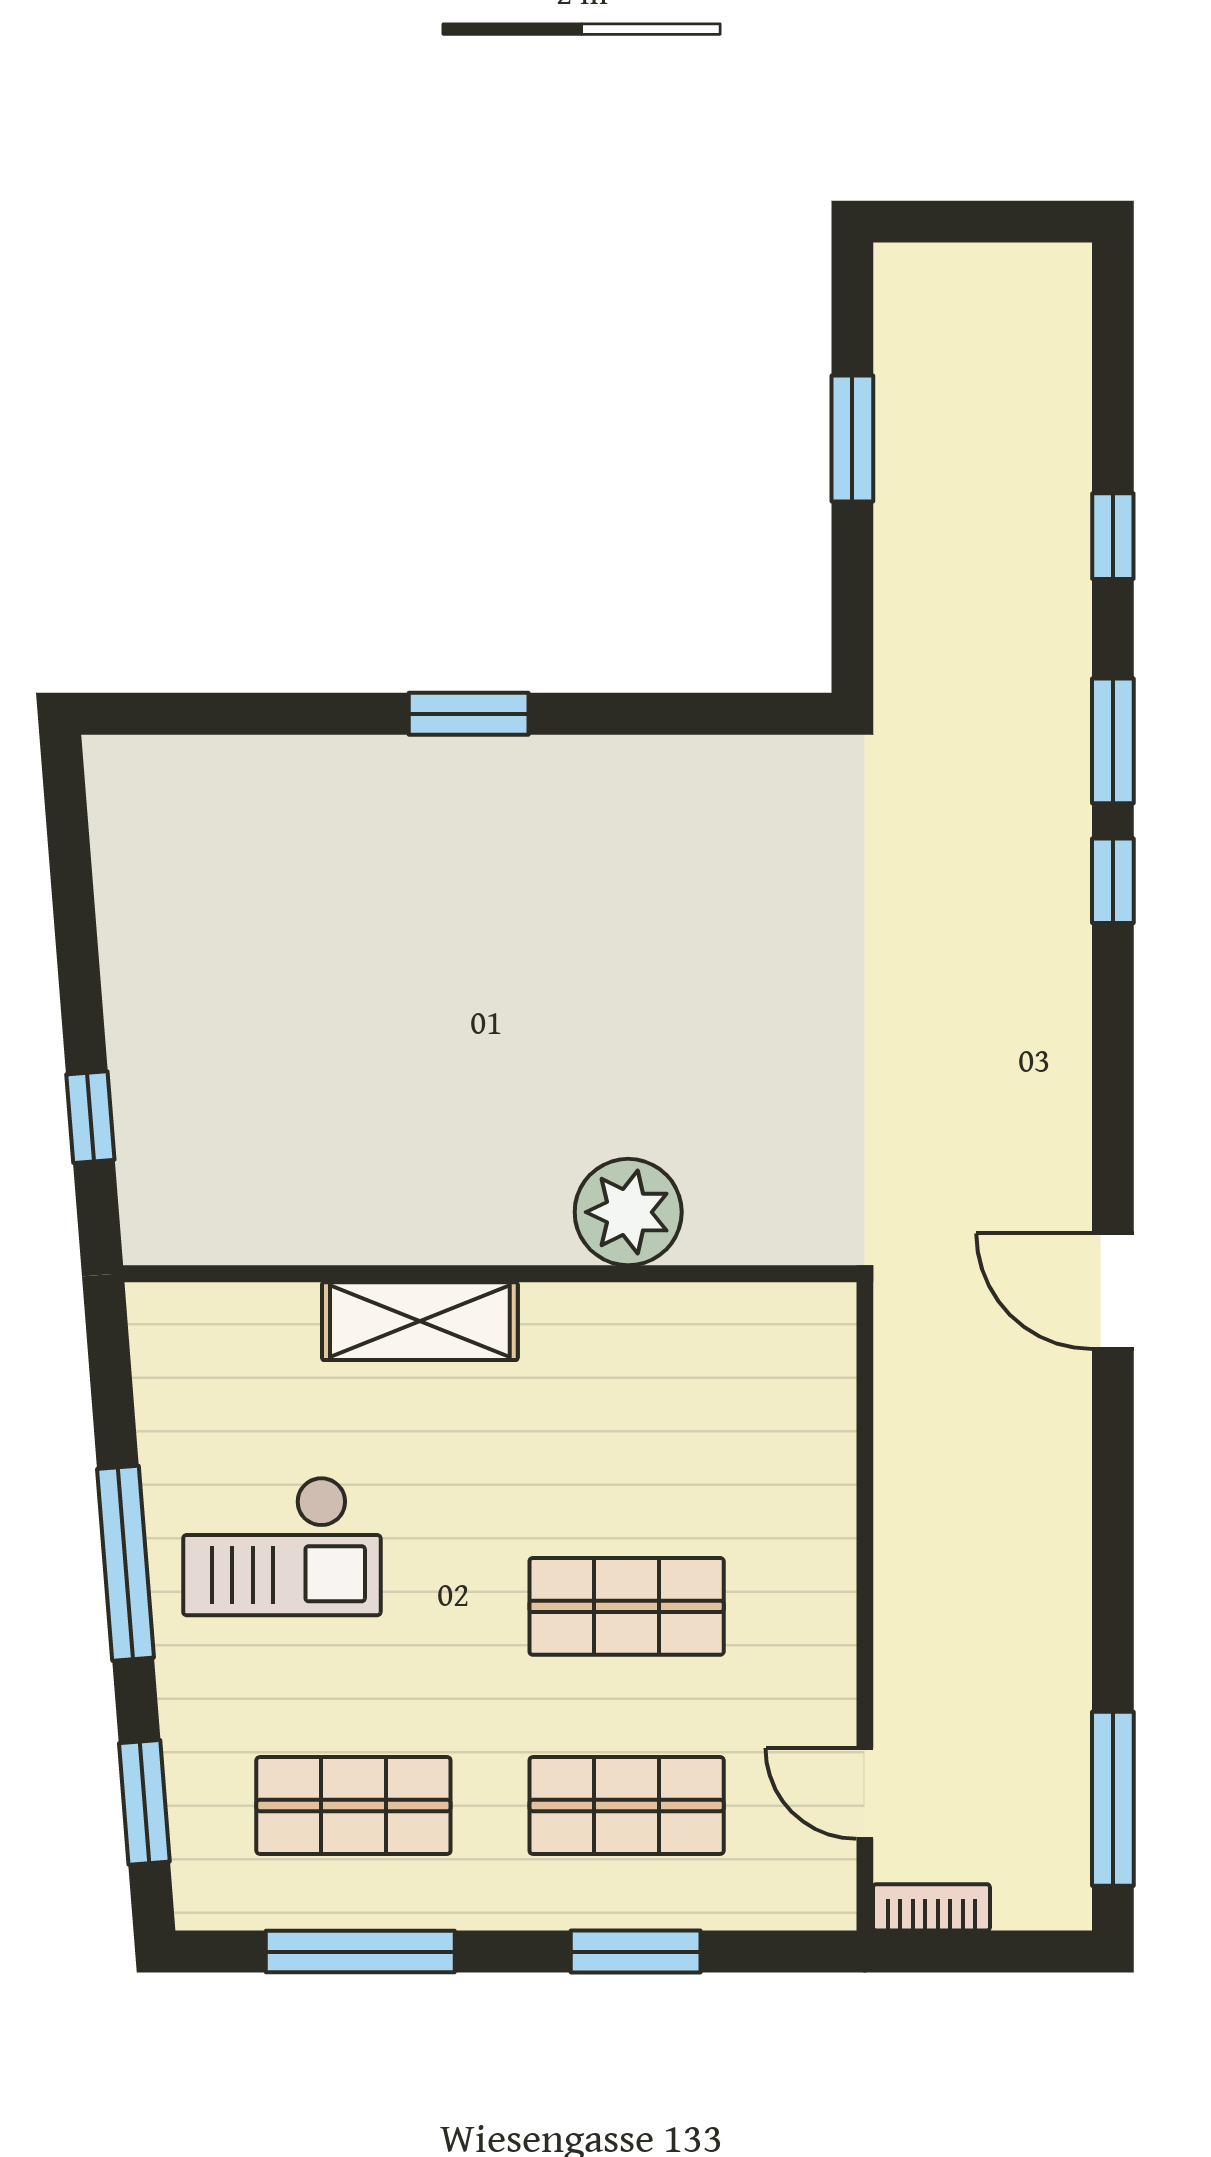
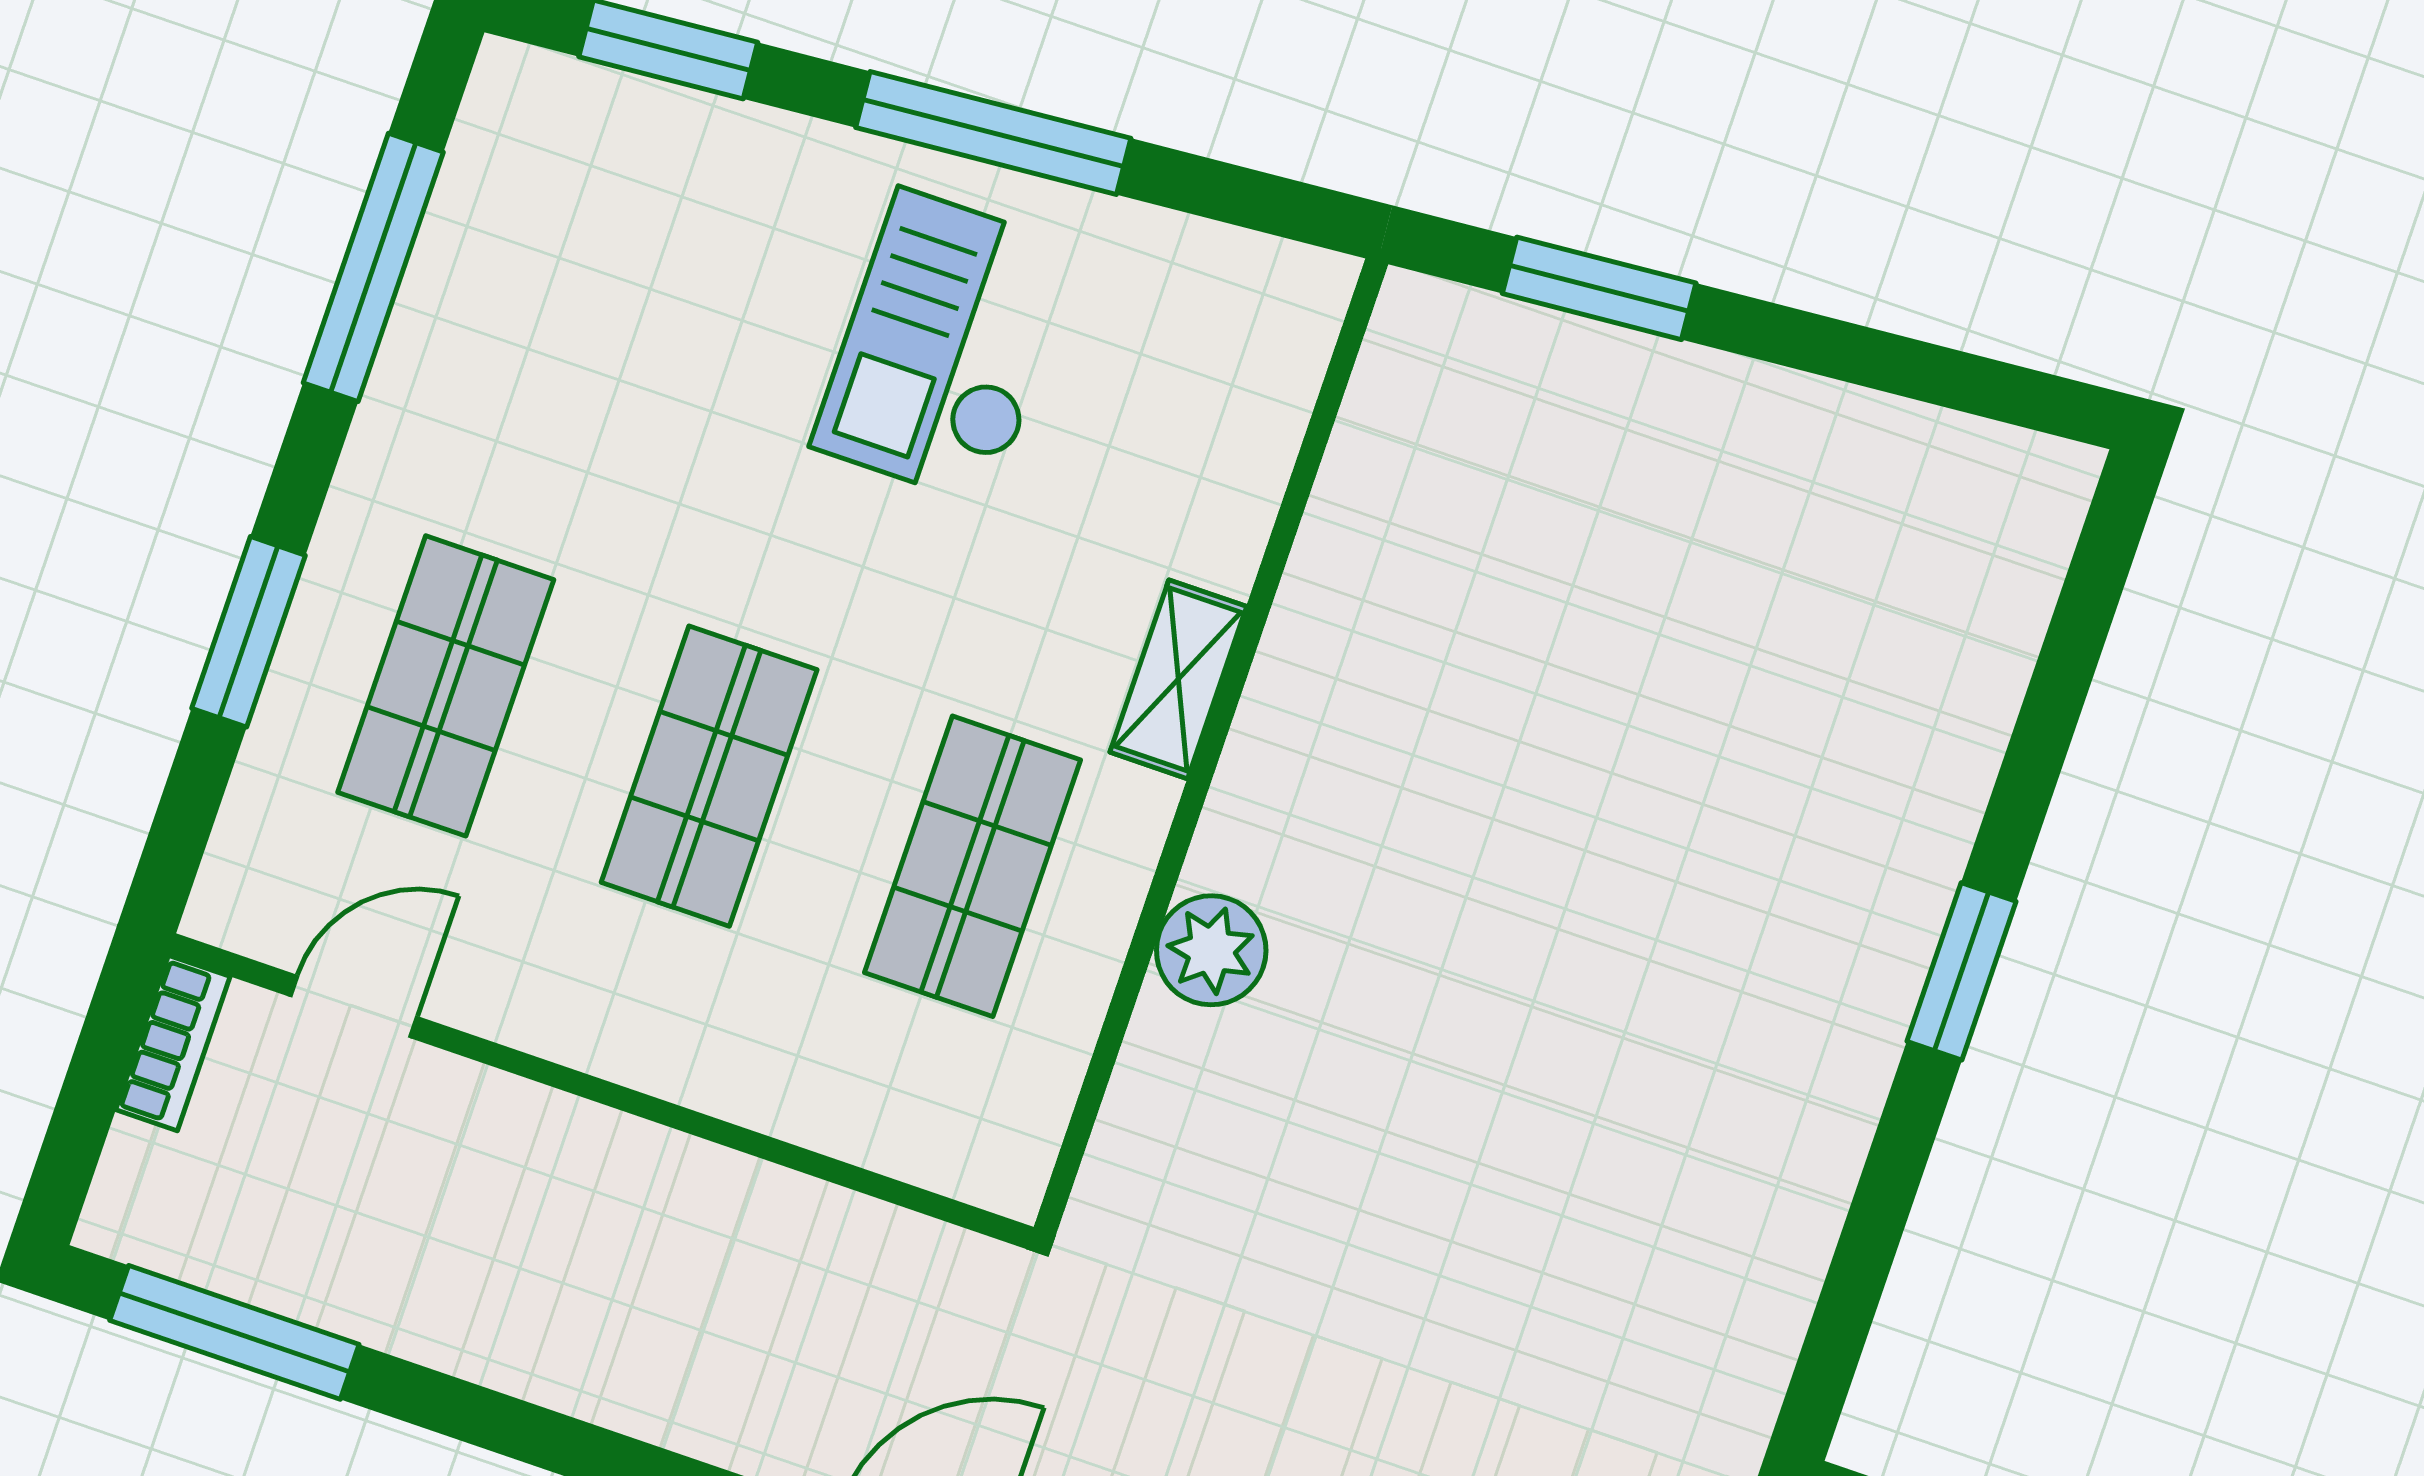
window: (90, 1117) -> (1599, 288), width x1.50
plant: (628, 1212) -> (1211, 950), width x0.73, depth x0.73
shelving: (420, 1321) -> (1178, 679), width x0.67, depth x0.75
shop shelf: (353, 1806) -> (973, 866), moved

